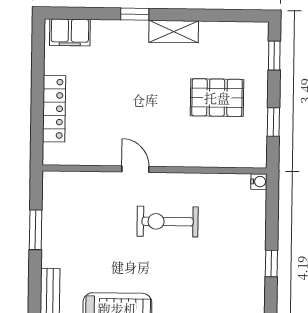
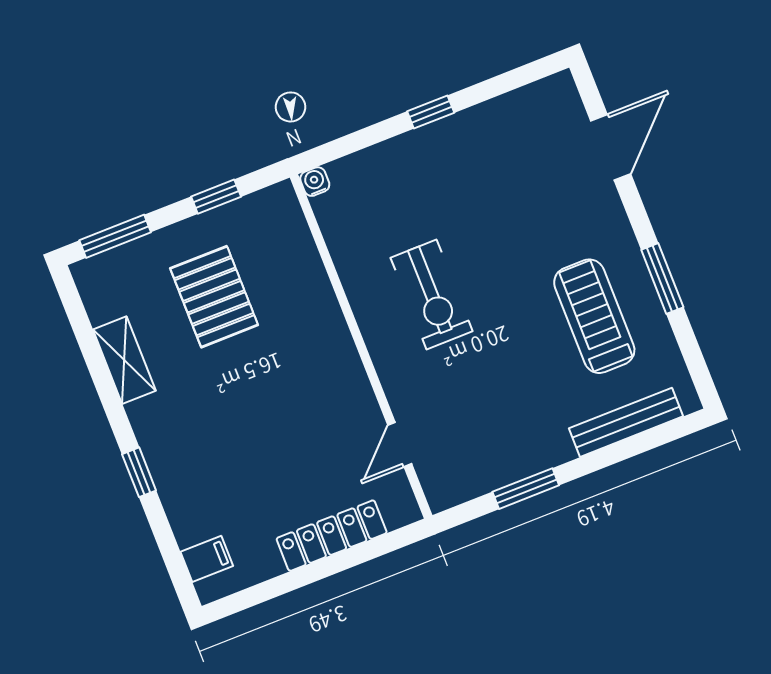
filing cabinet: (70, 32) -> (207, 559), width x0.50
shelving: (174, 32) -> (124, 360), moved
window: (274, 56) -> (115, 236), width x1.50
door: (135, 169) -> (400, 445), moved

